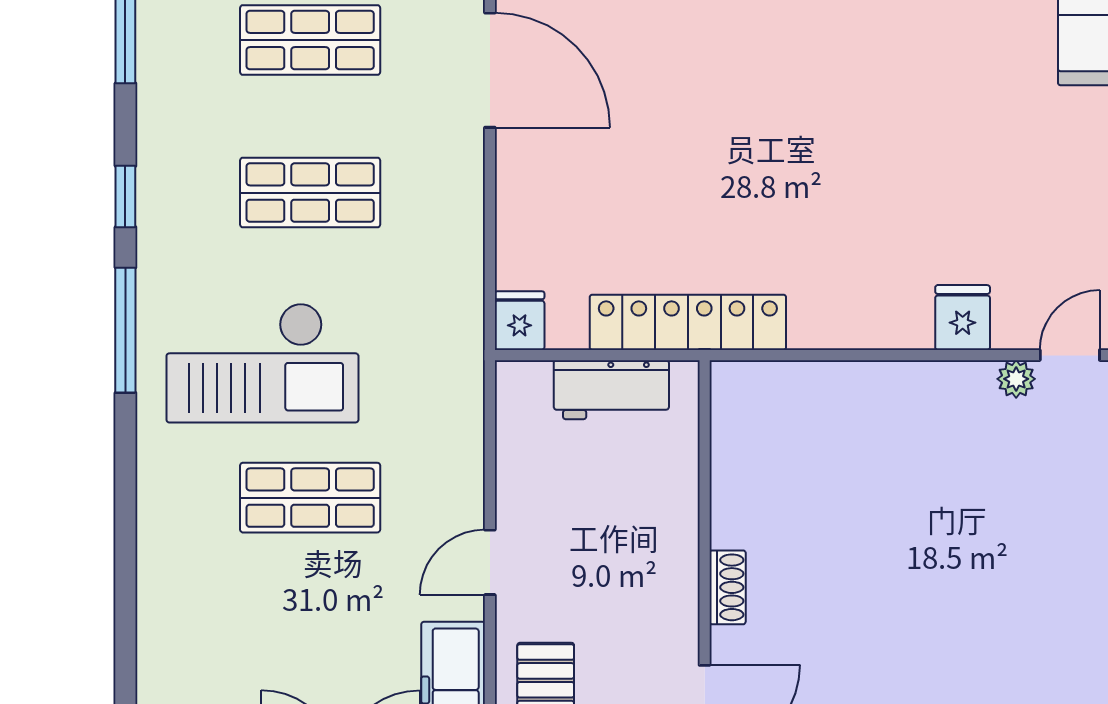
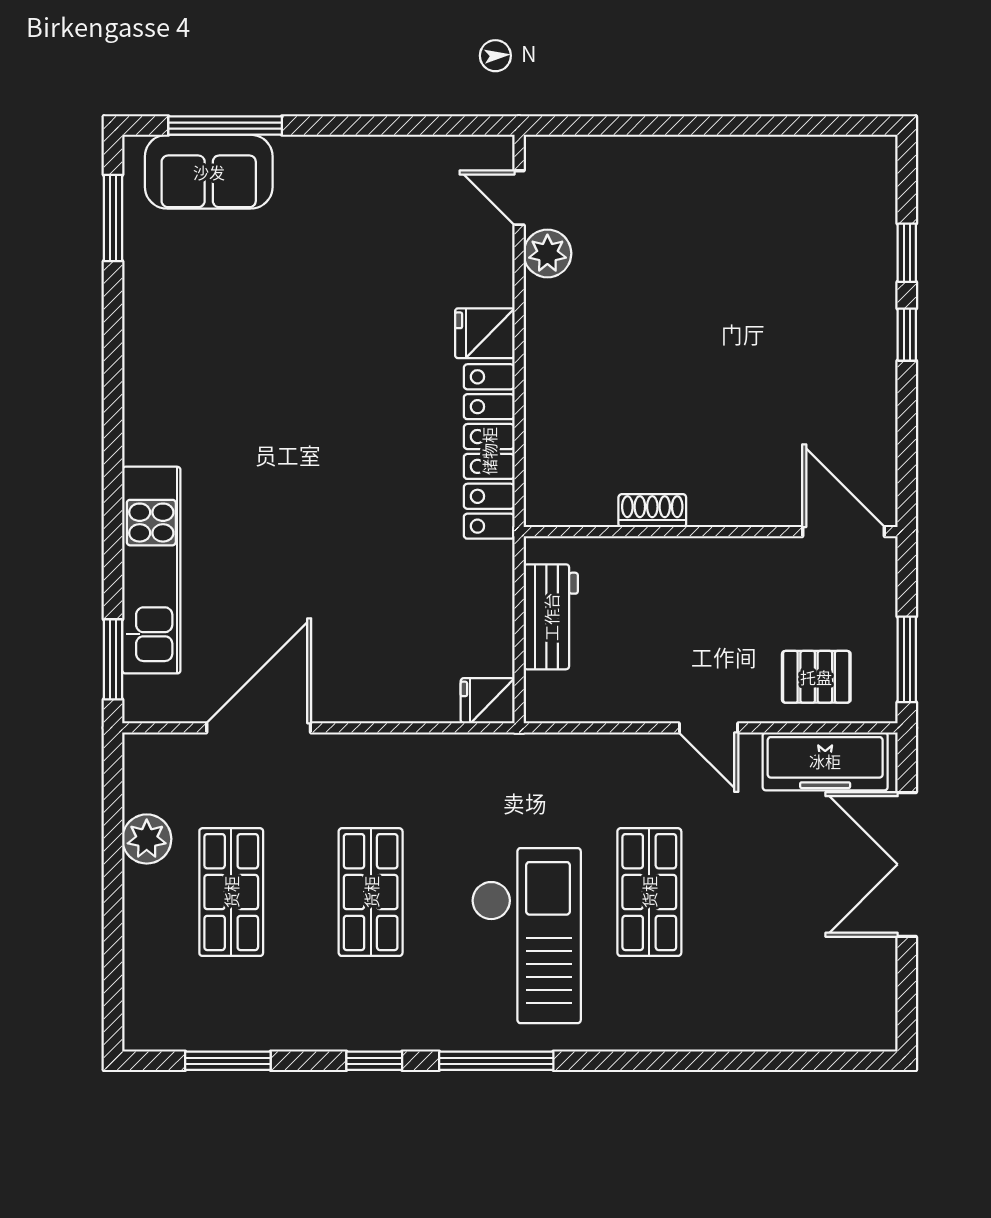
fridge: (963, 317) -> (485, 333), moved
locker: (688, 322) -> (489, 451), moved
plant: (1016, 379) -> (547, 253), width x1.38, depth x1.38
shoe rack: (728, 587) -> (652, 511), moved

